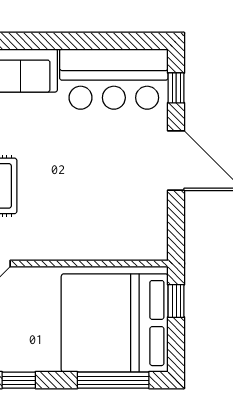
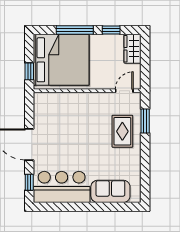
window: (113, 380) -> (75, 30), moved

